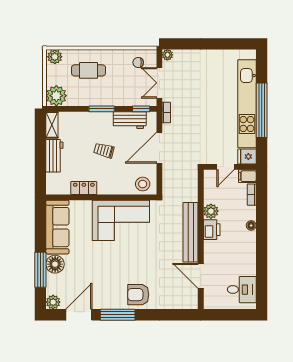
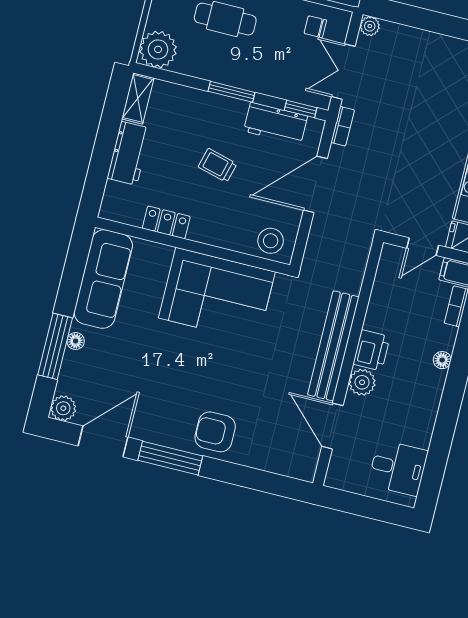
plant: (211, 211) -> (362, 382), moved
floor lamp: (55, 264) -> (76, 341), width x0.53, depth x0.53

